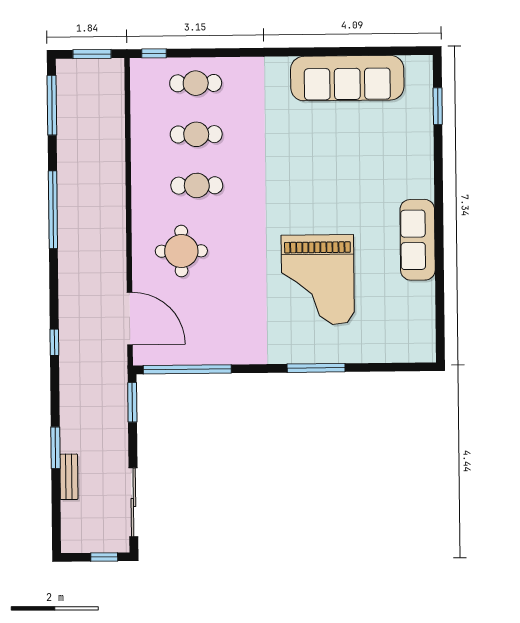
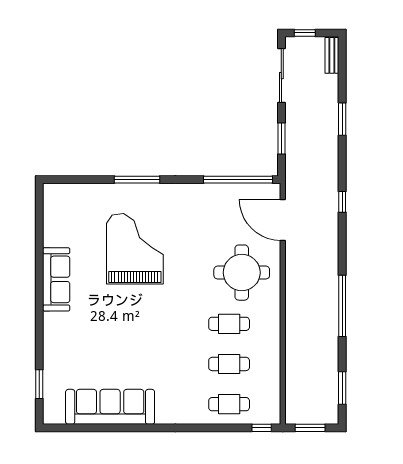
window: (52, 105) -> (342, 388), width x0.69
round table: (181, 251) -> (242, 273), width x1.36, depth x1.36
window: (132, 402) -> (281, 139), moved
bench: (69, 477) -> (332, 55), moved

